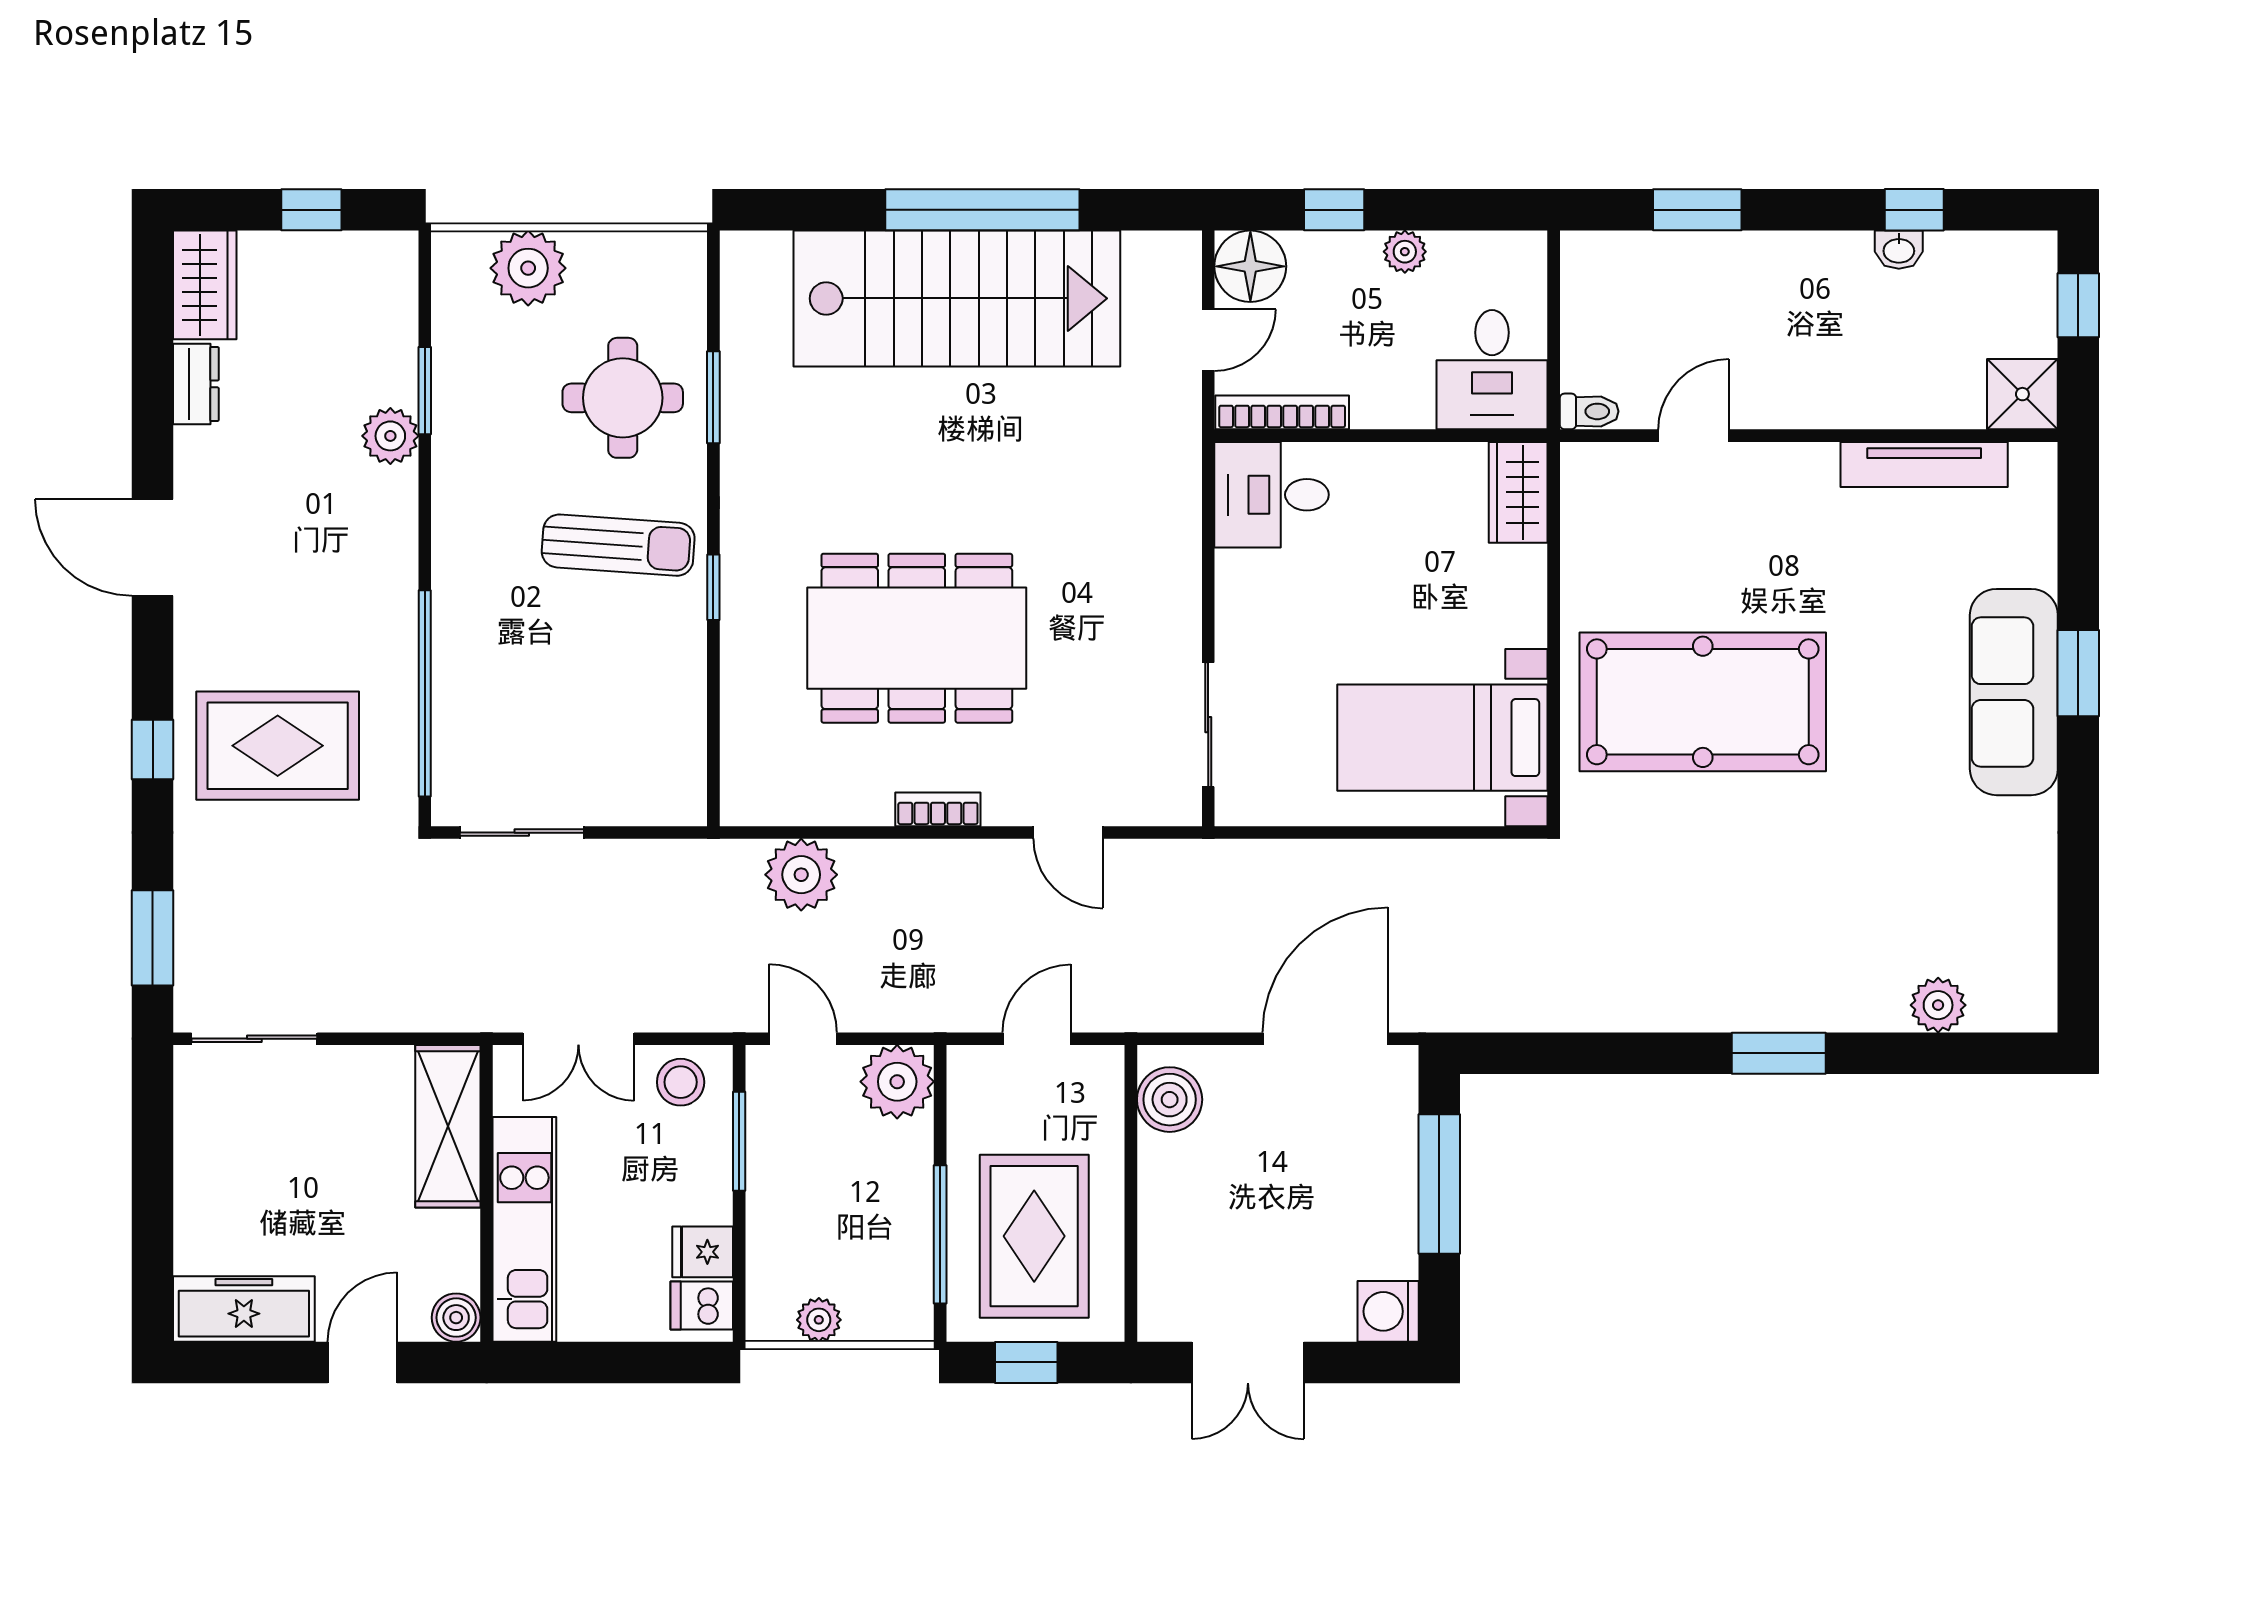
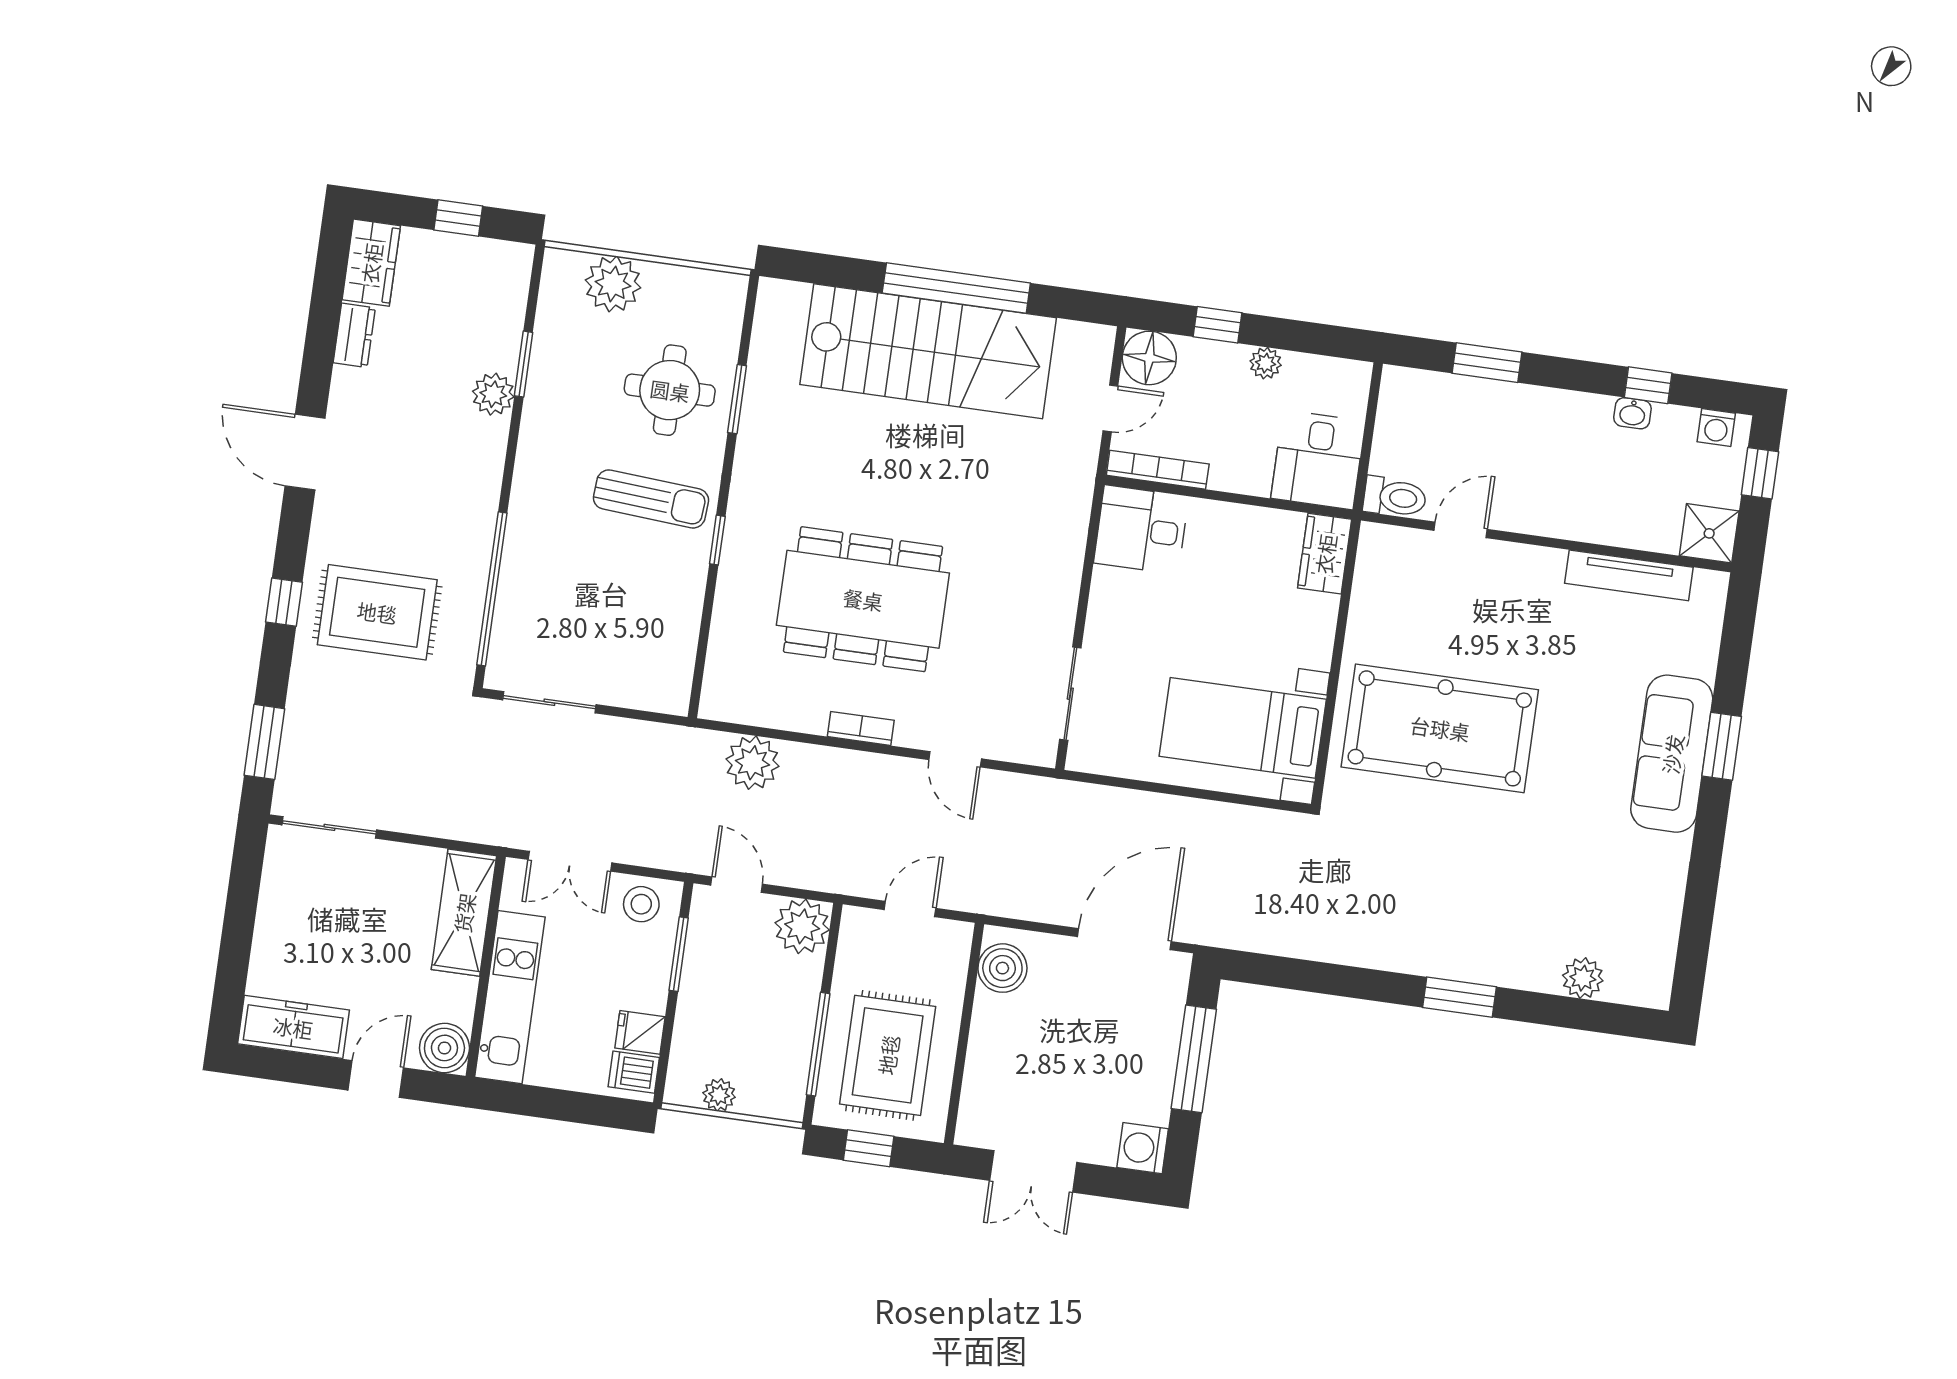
washing machine: (2012, 253) -> (1716, 428), added
toilet: (1589, 411) -> (1395, 497), width x1.37, depth x1.39
boiler: (456, 1318) -> (444, 1048), width x1.36, depth x1.36

